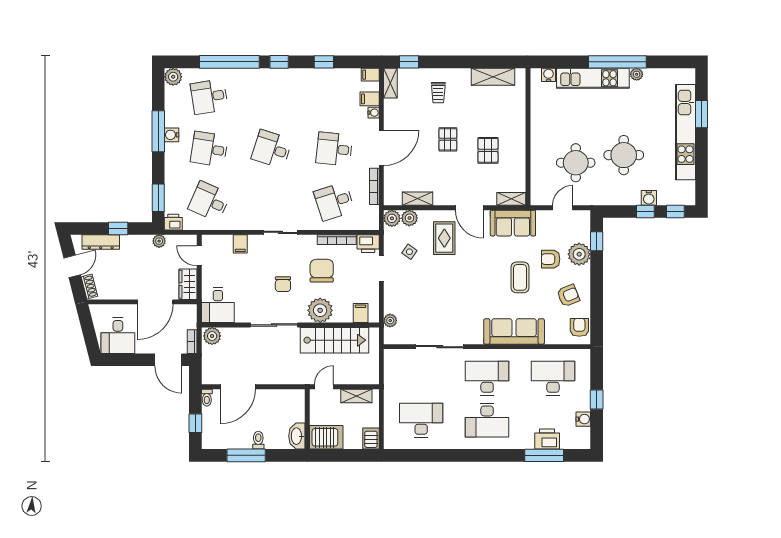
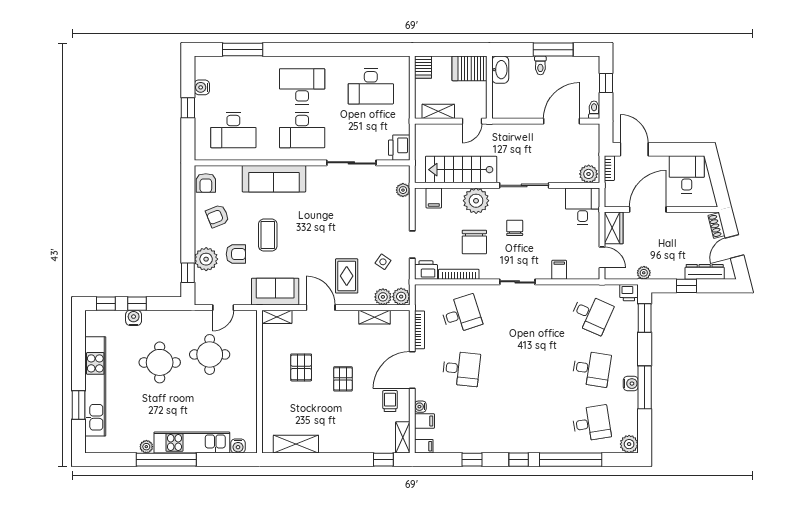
trolley: (438, 93) -> (390, 401), moved
desk: (272, 149) -> (526, 369), removed
printer: (547, 439) -> (399, 148), moved, turned 90

